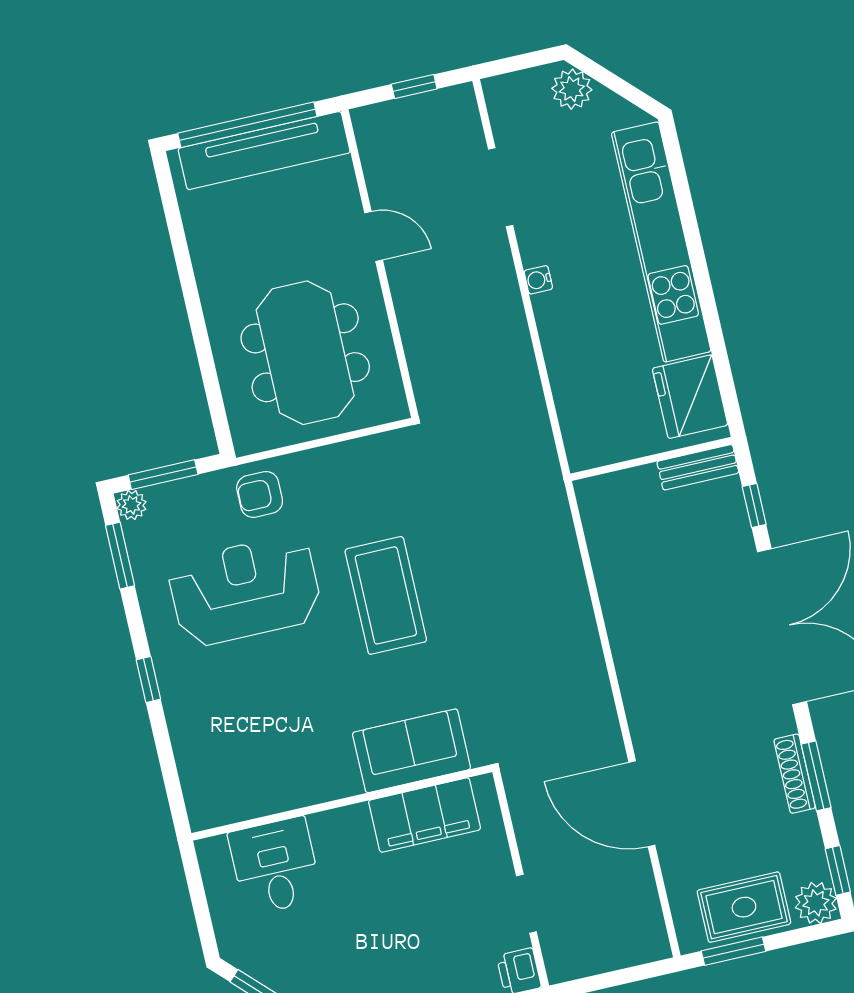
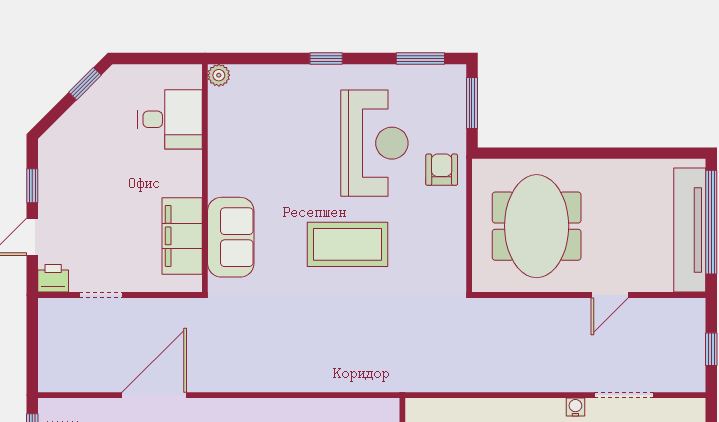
water cooler: (538, 280) -> (575, 407), moved
meeting table: (305, 353) -> (537, 226), turned 90
plant: (132, 505) -> (219, 75), moved

